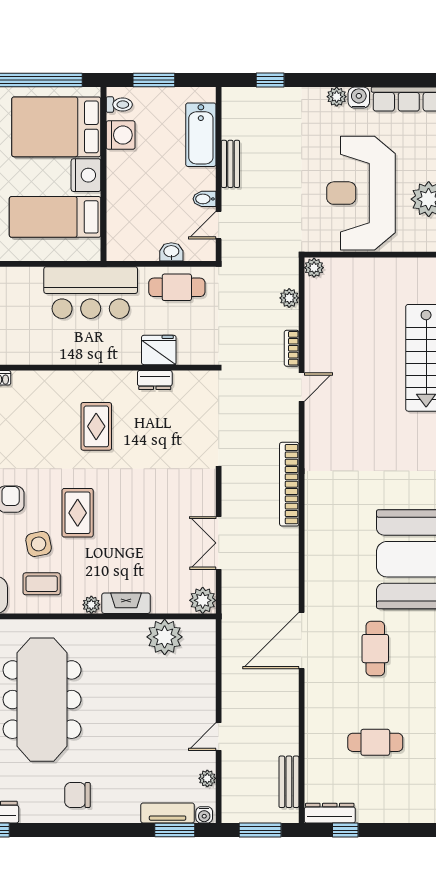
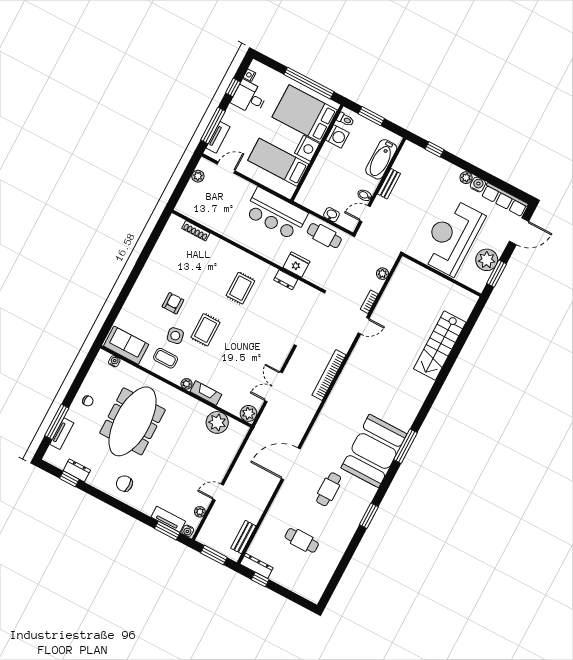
plant: (314, 268) -> (405, 264), removed

